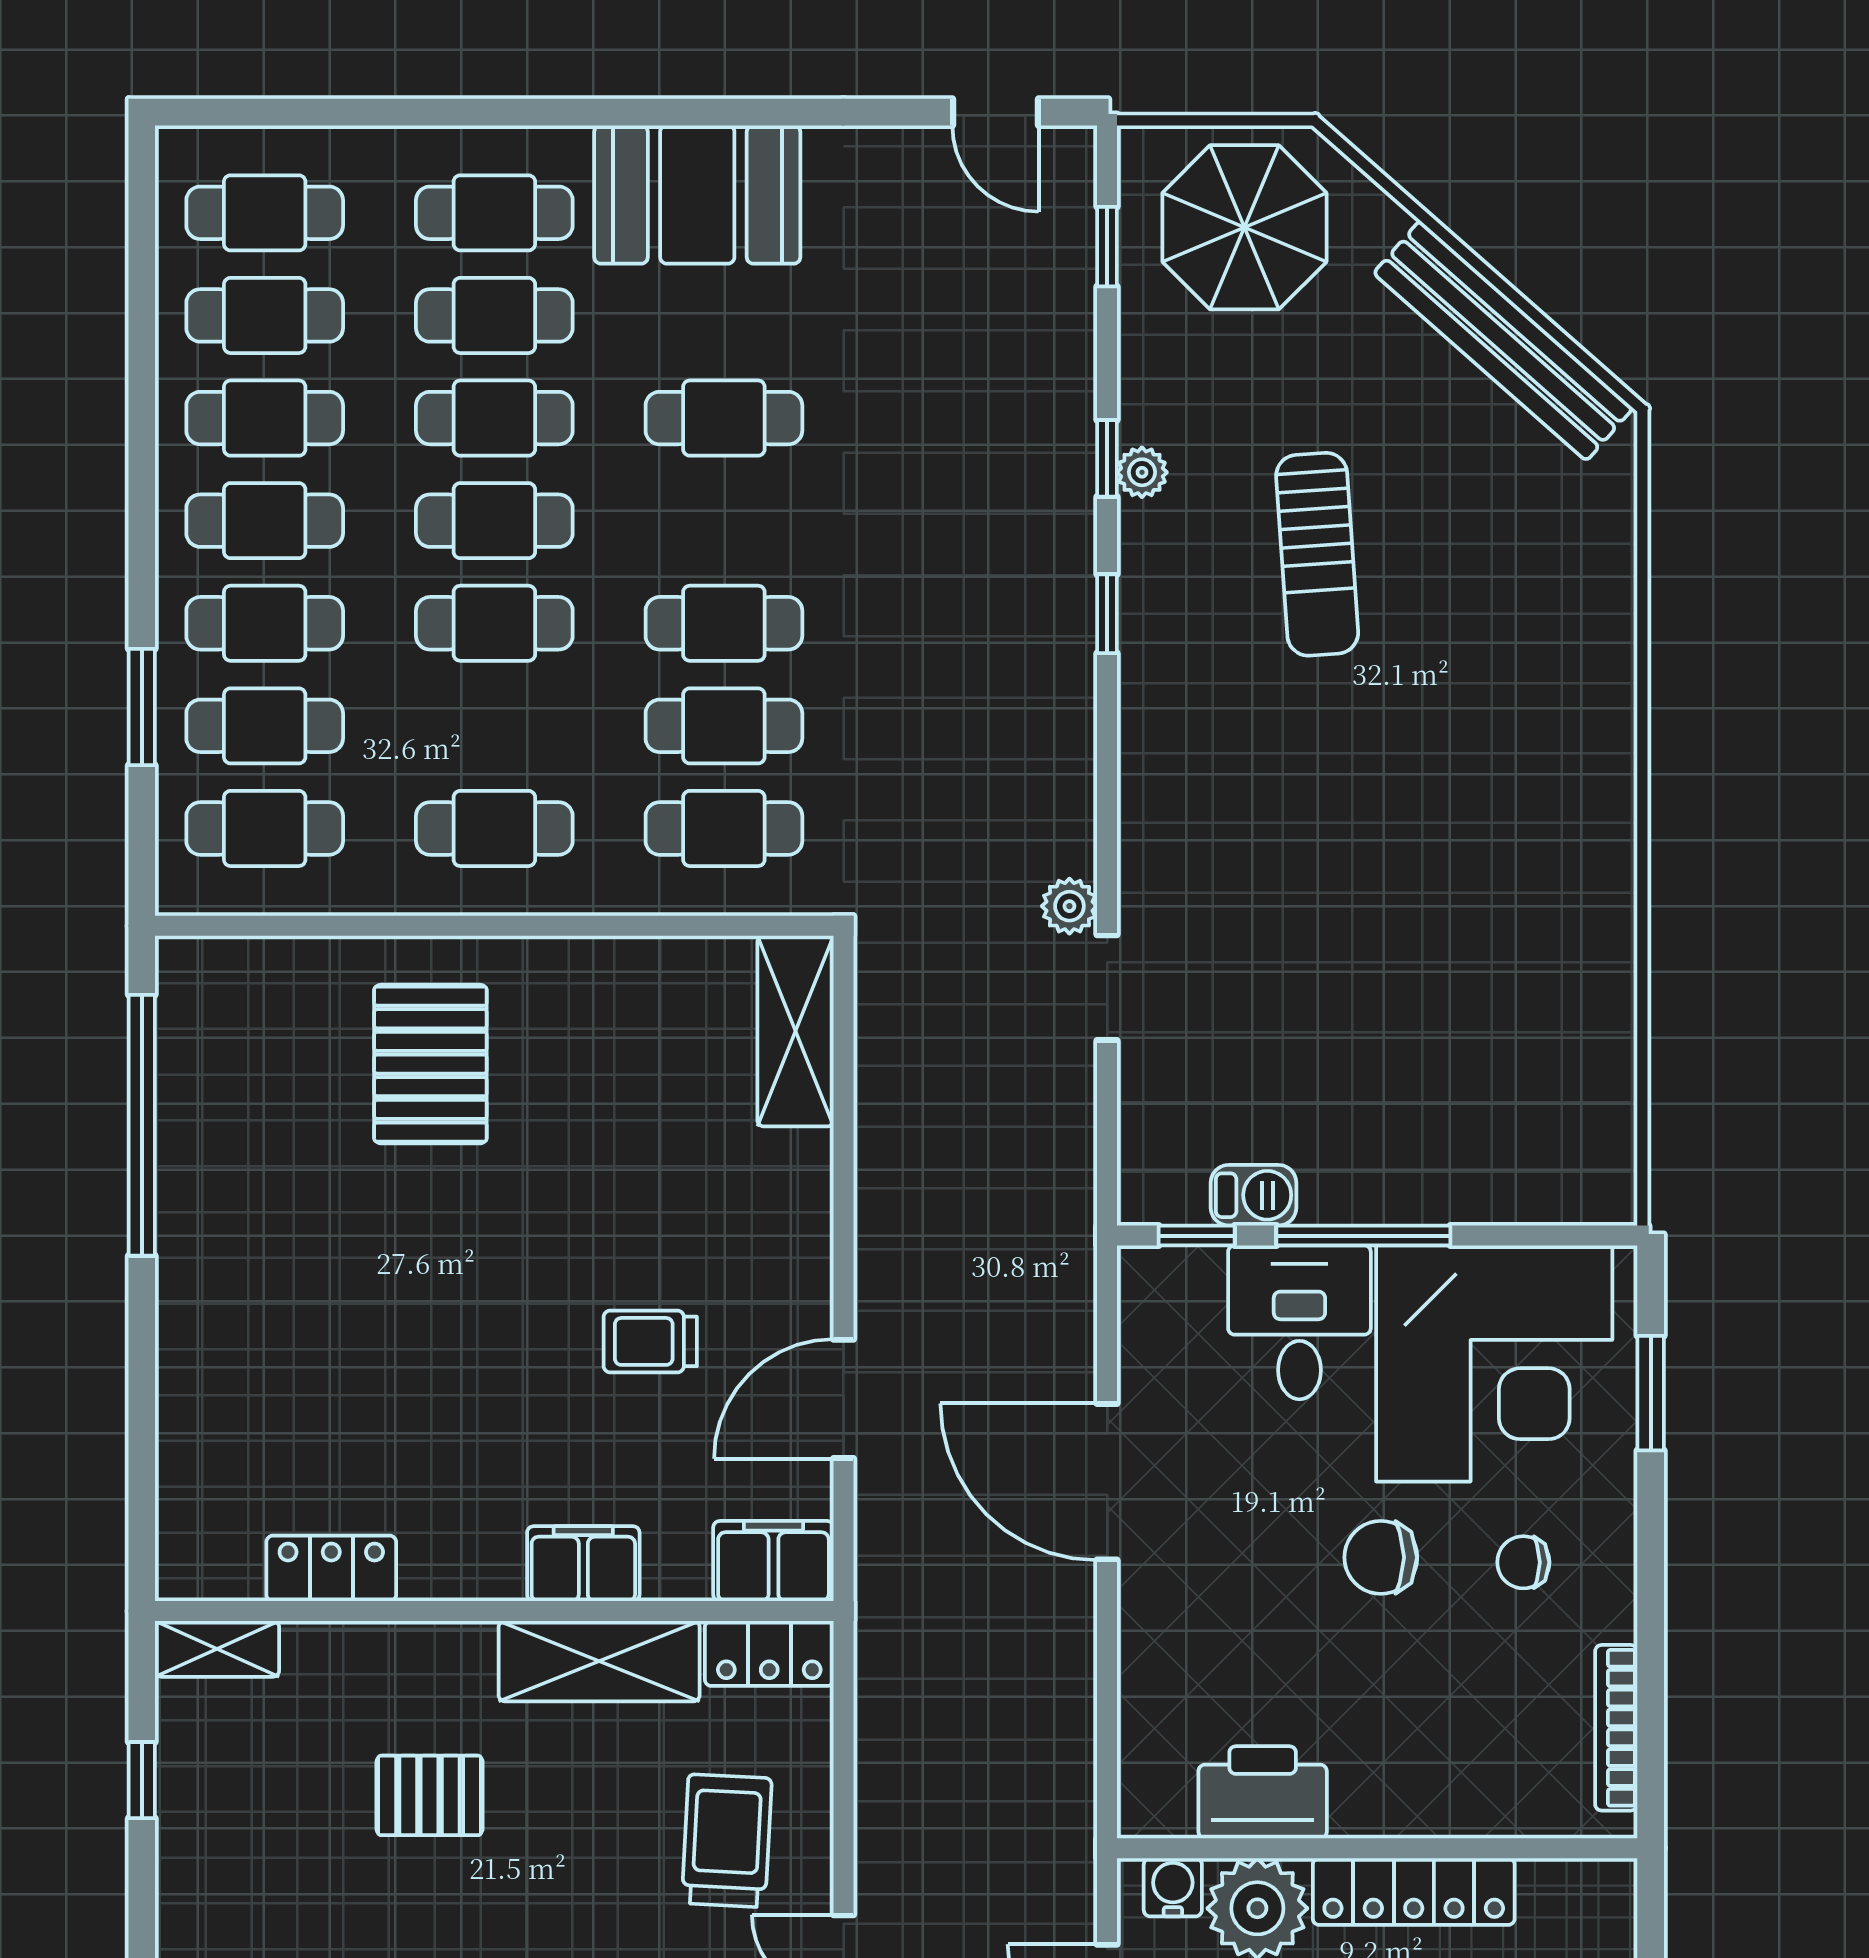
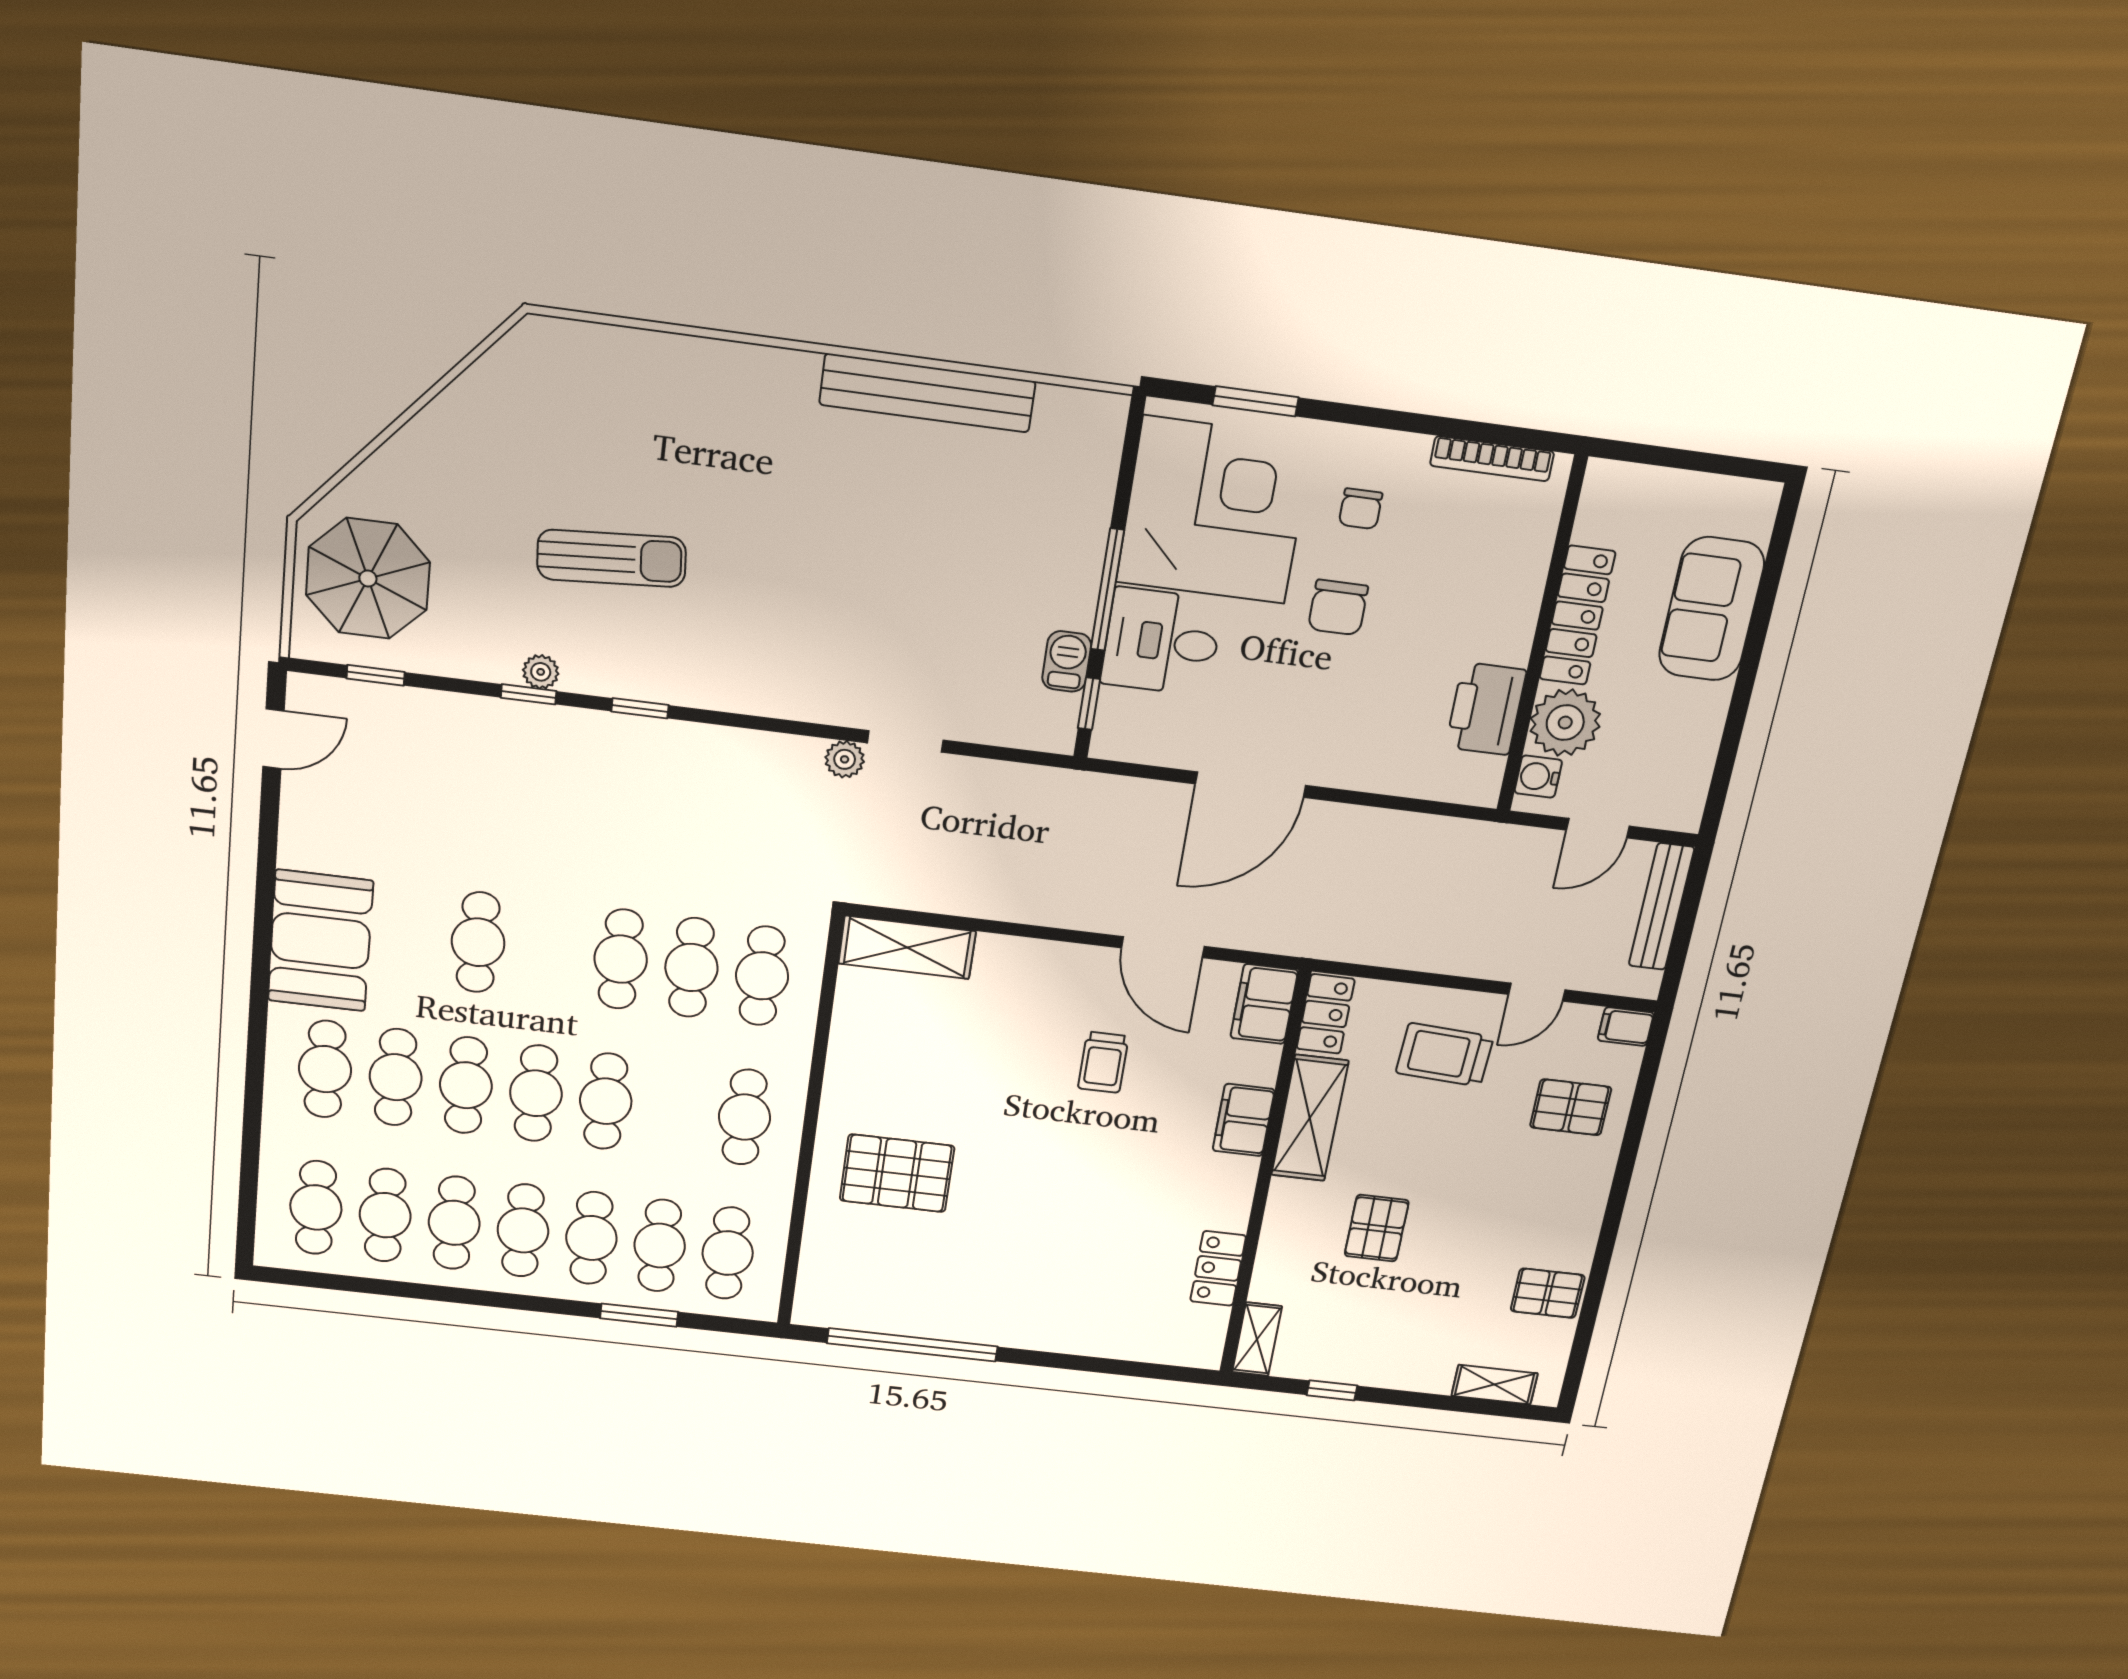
bench: (1503, 341) -> (927, 393), moved, turned 49

